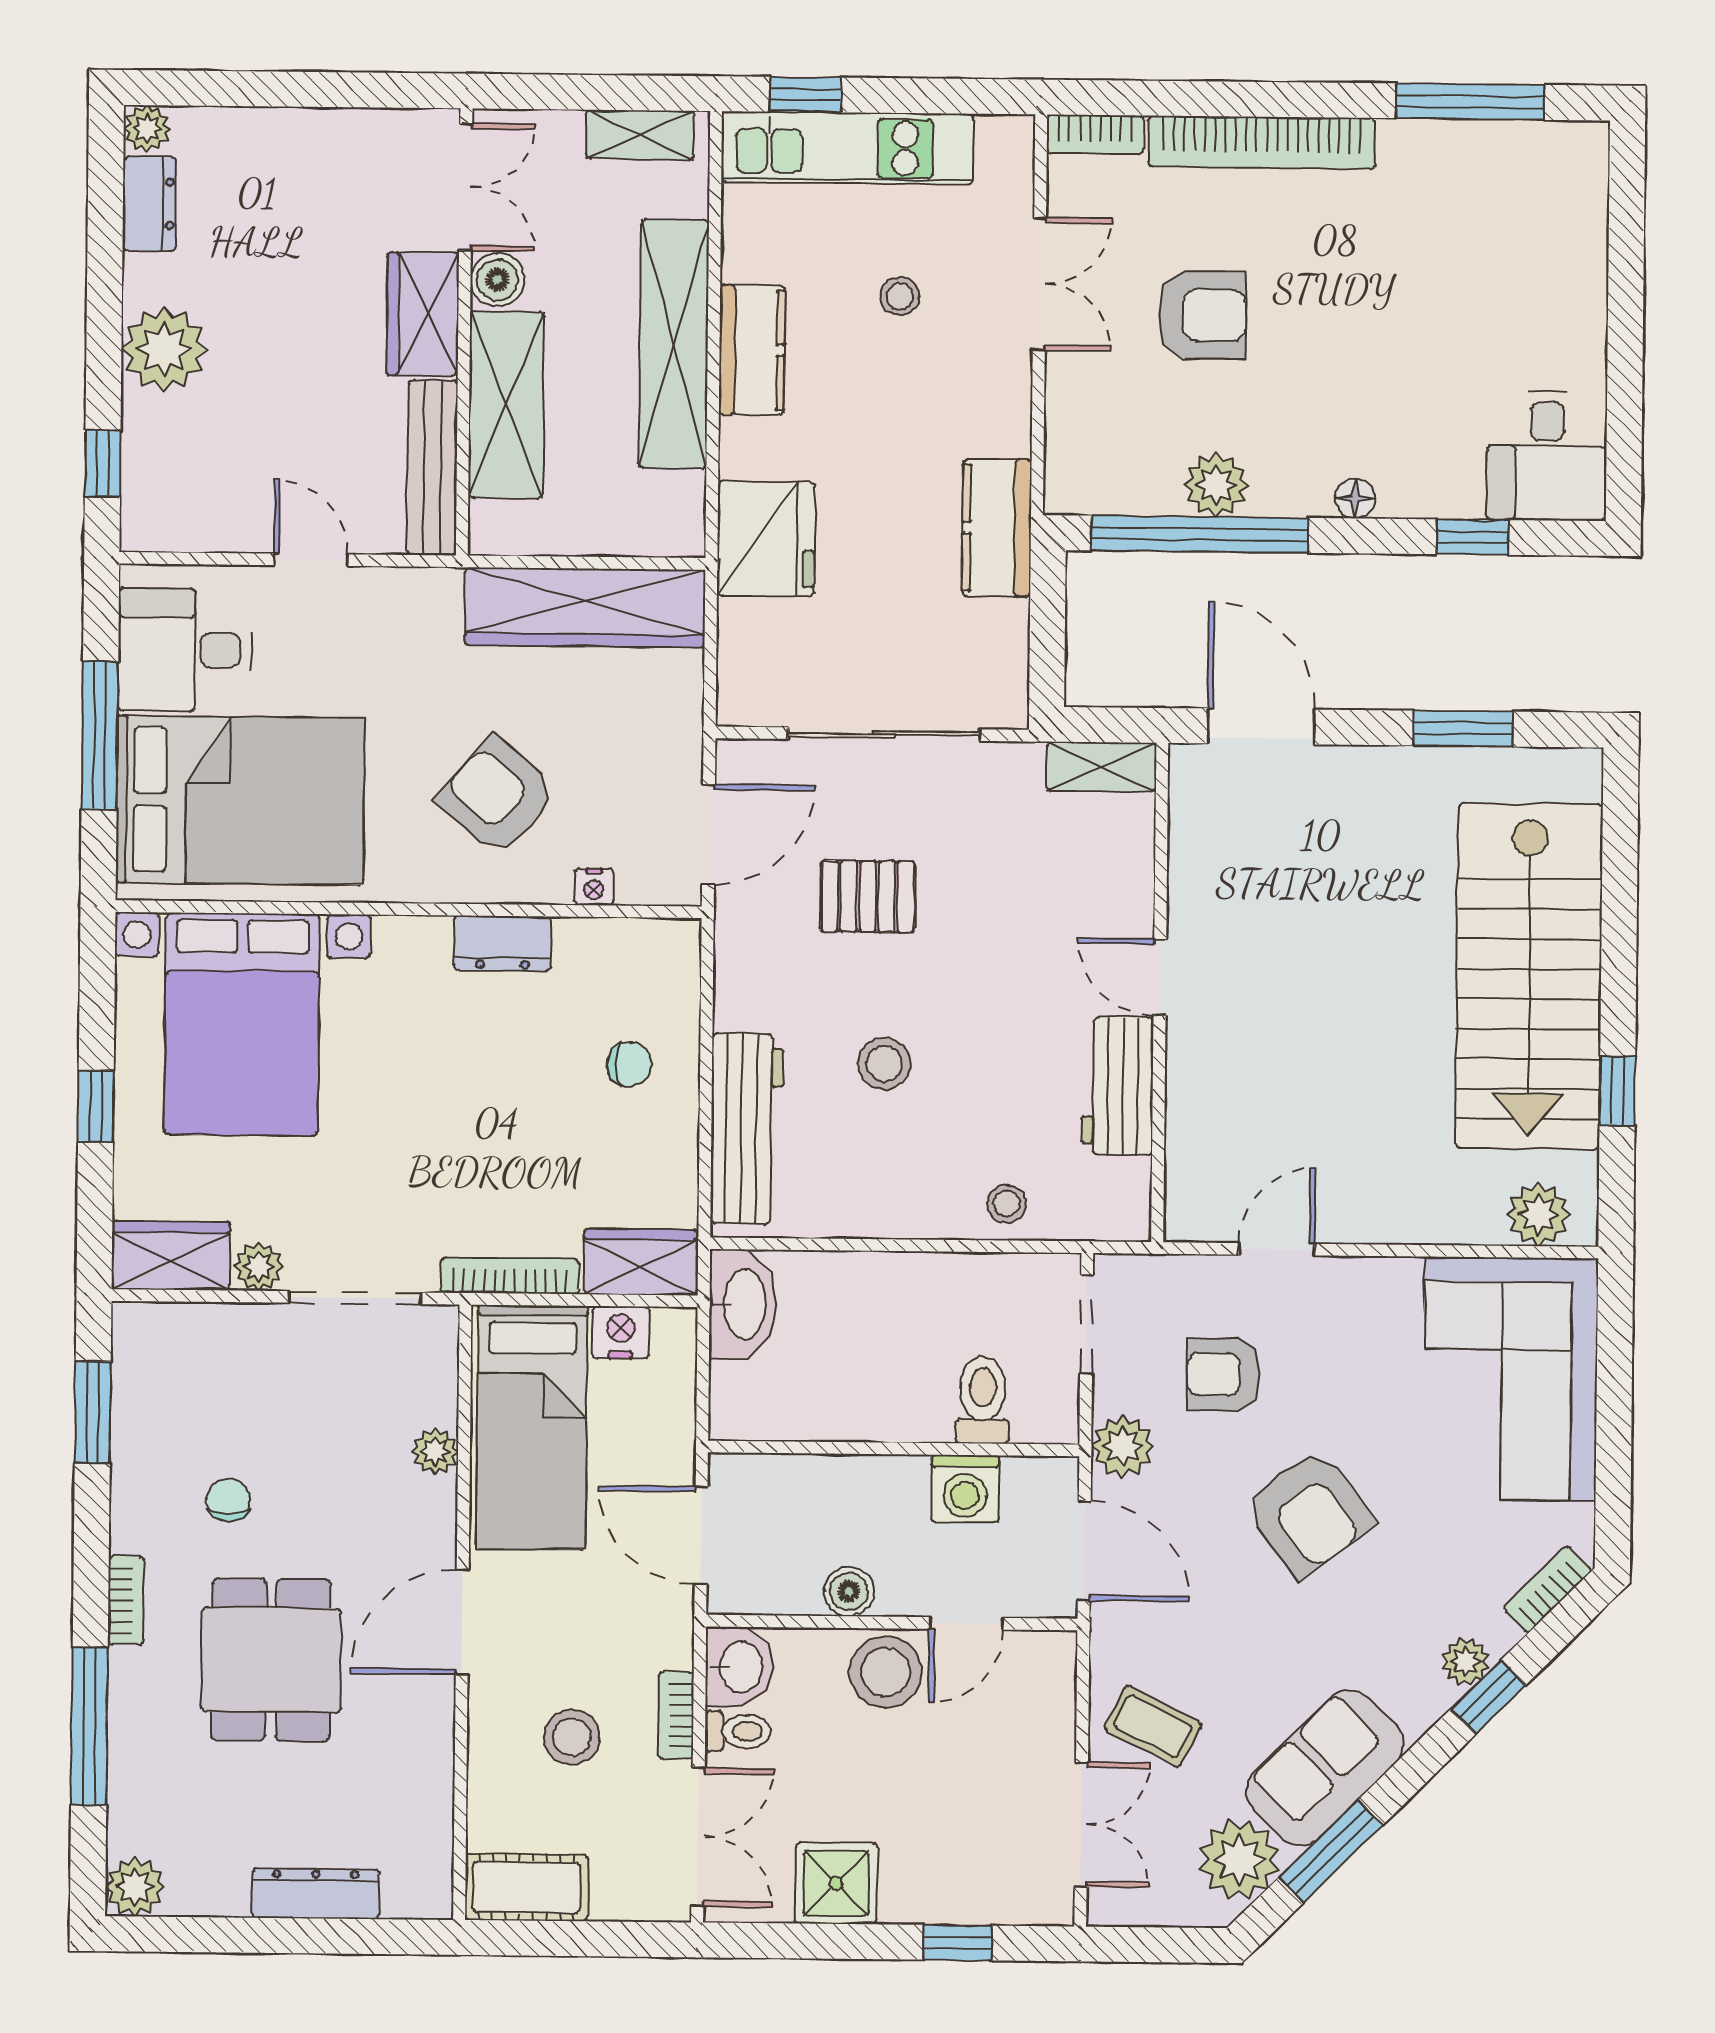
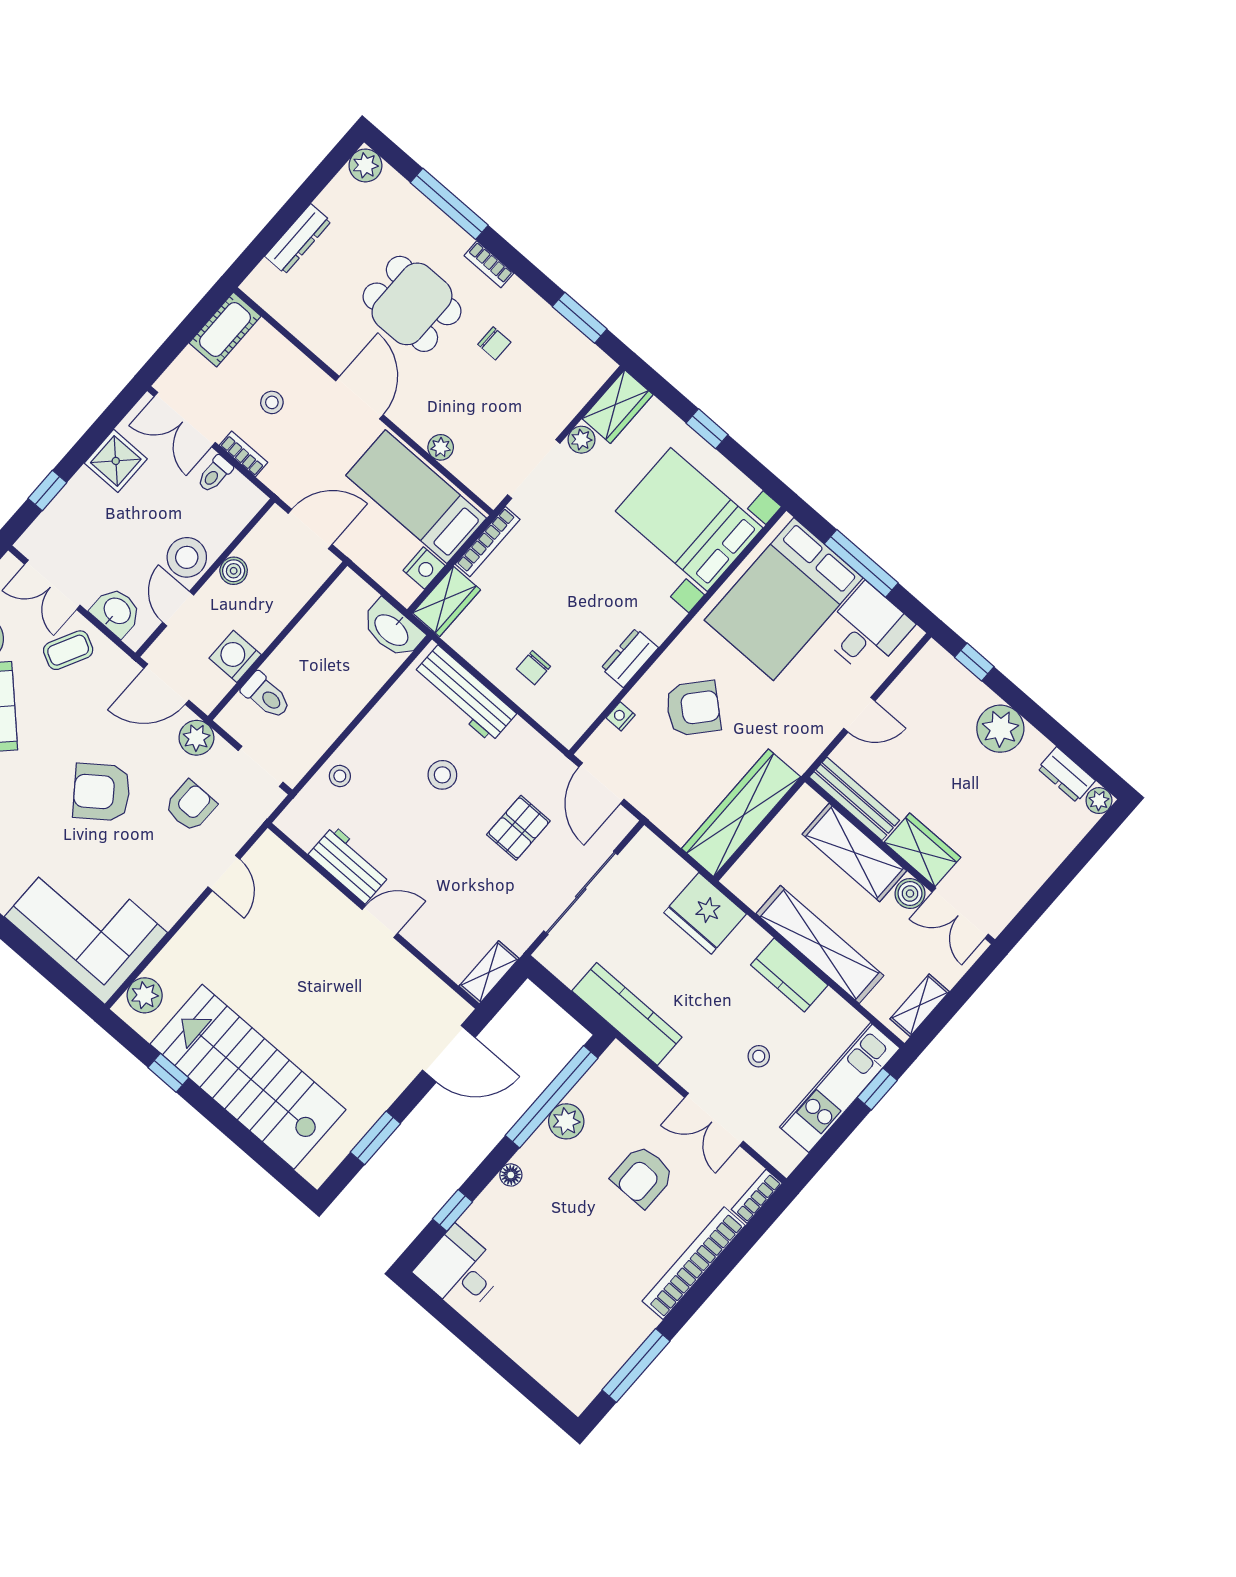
kitchen counter: (997, 528) -> (627, 1014), width x1.50
washbasin: (739, 1667) -> (116, 612), moved, turned 180
stool: (572, 1737) -> (272, 402), width x0.73, depth x0.73

